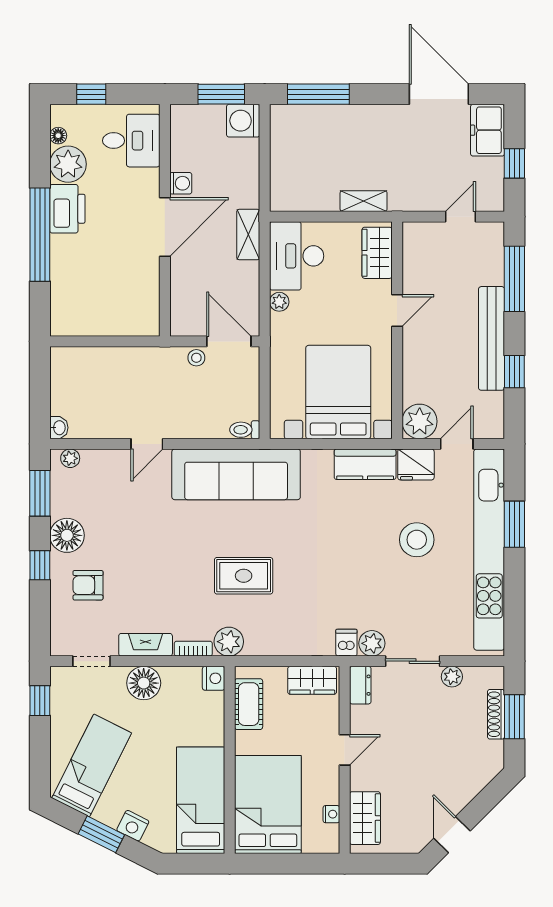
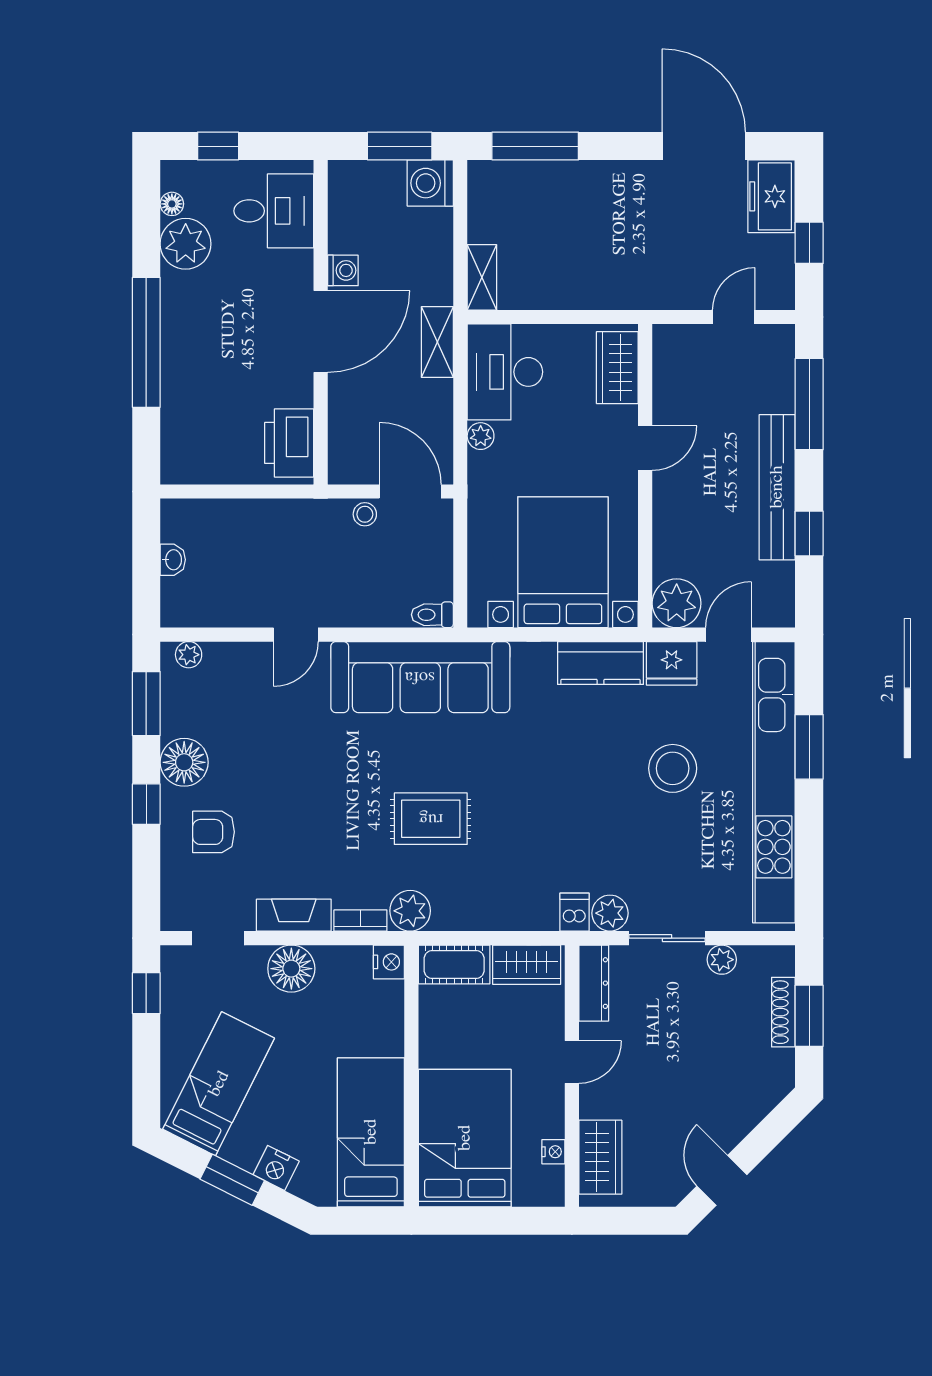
shelving: (364, 201) -> (482, 277), moved, turned 90
printer: (67, 209) -> (289, 443), moved, turned 180
washbasin: (59, 428) -> (173, 560), moved
dresser: (360, 685) -> (594, 983), width x1.44
cot: (249, 704) -> (454, 965), moved, turned 90

